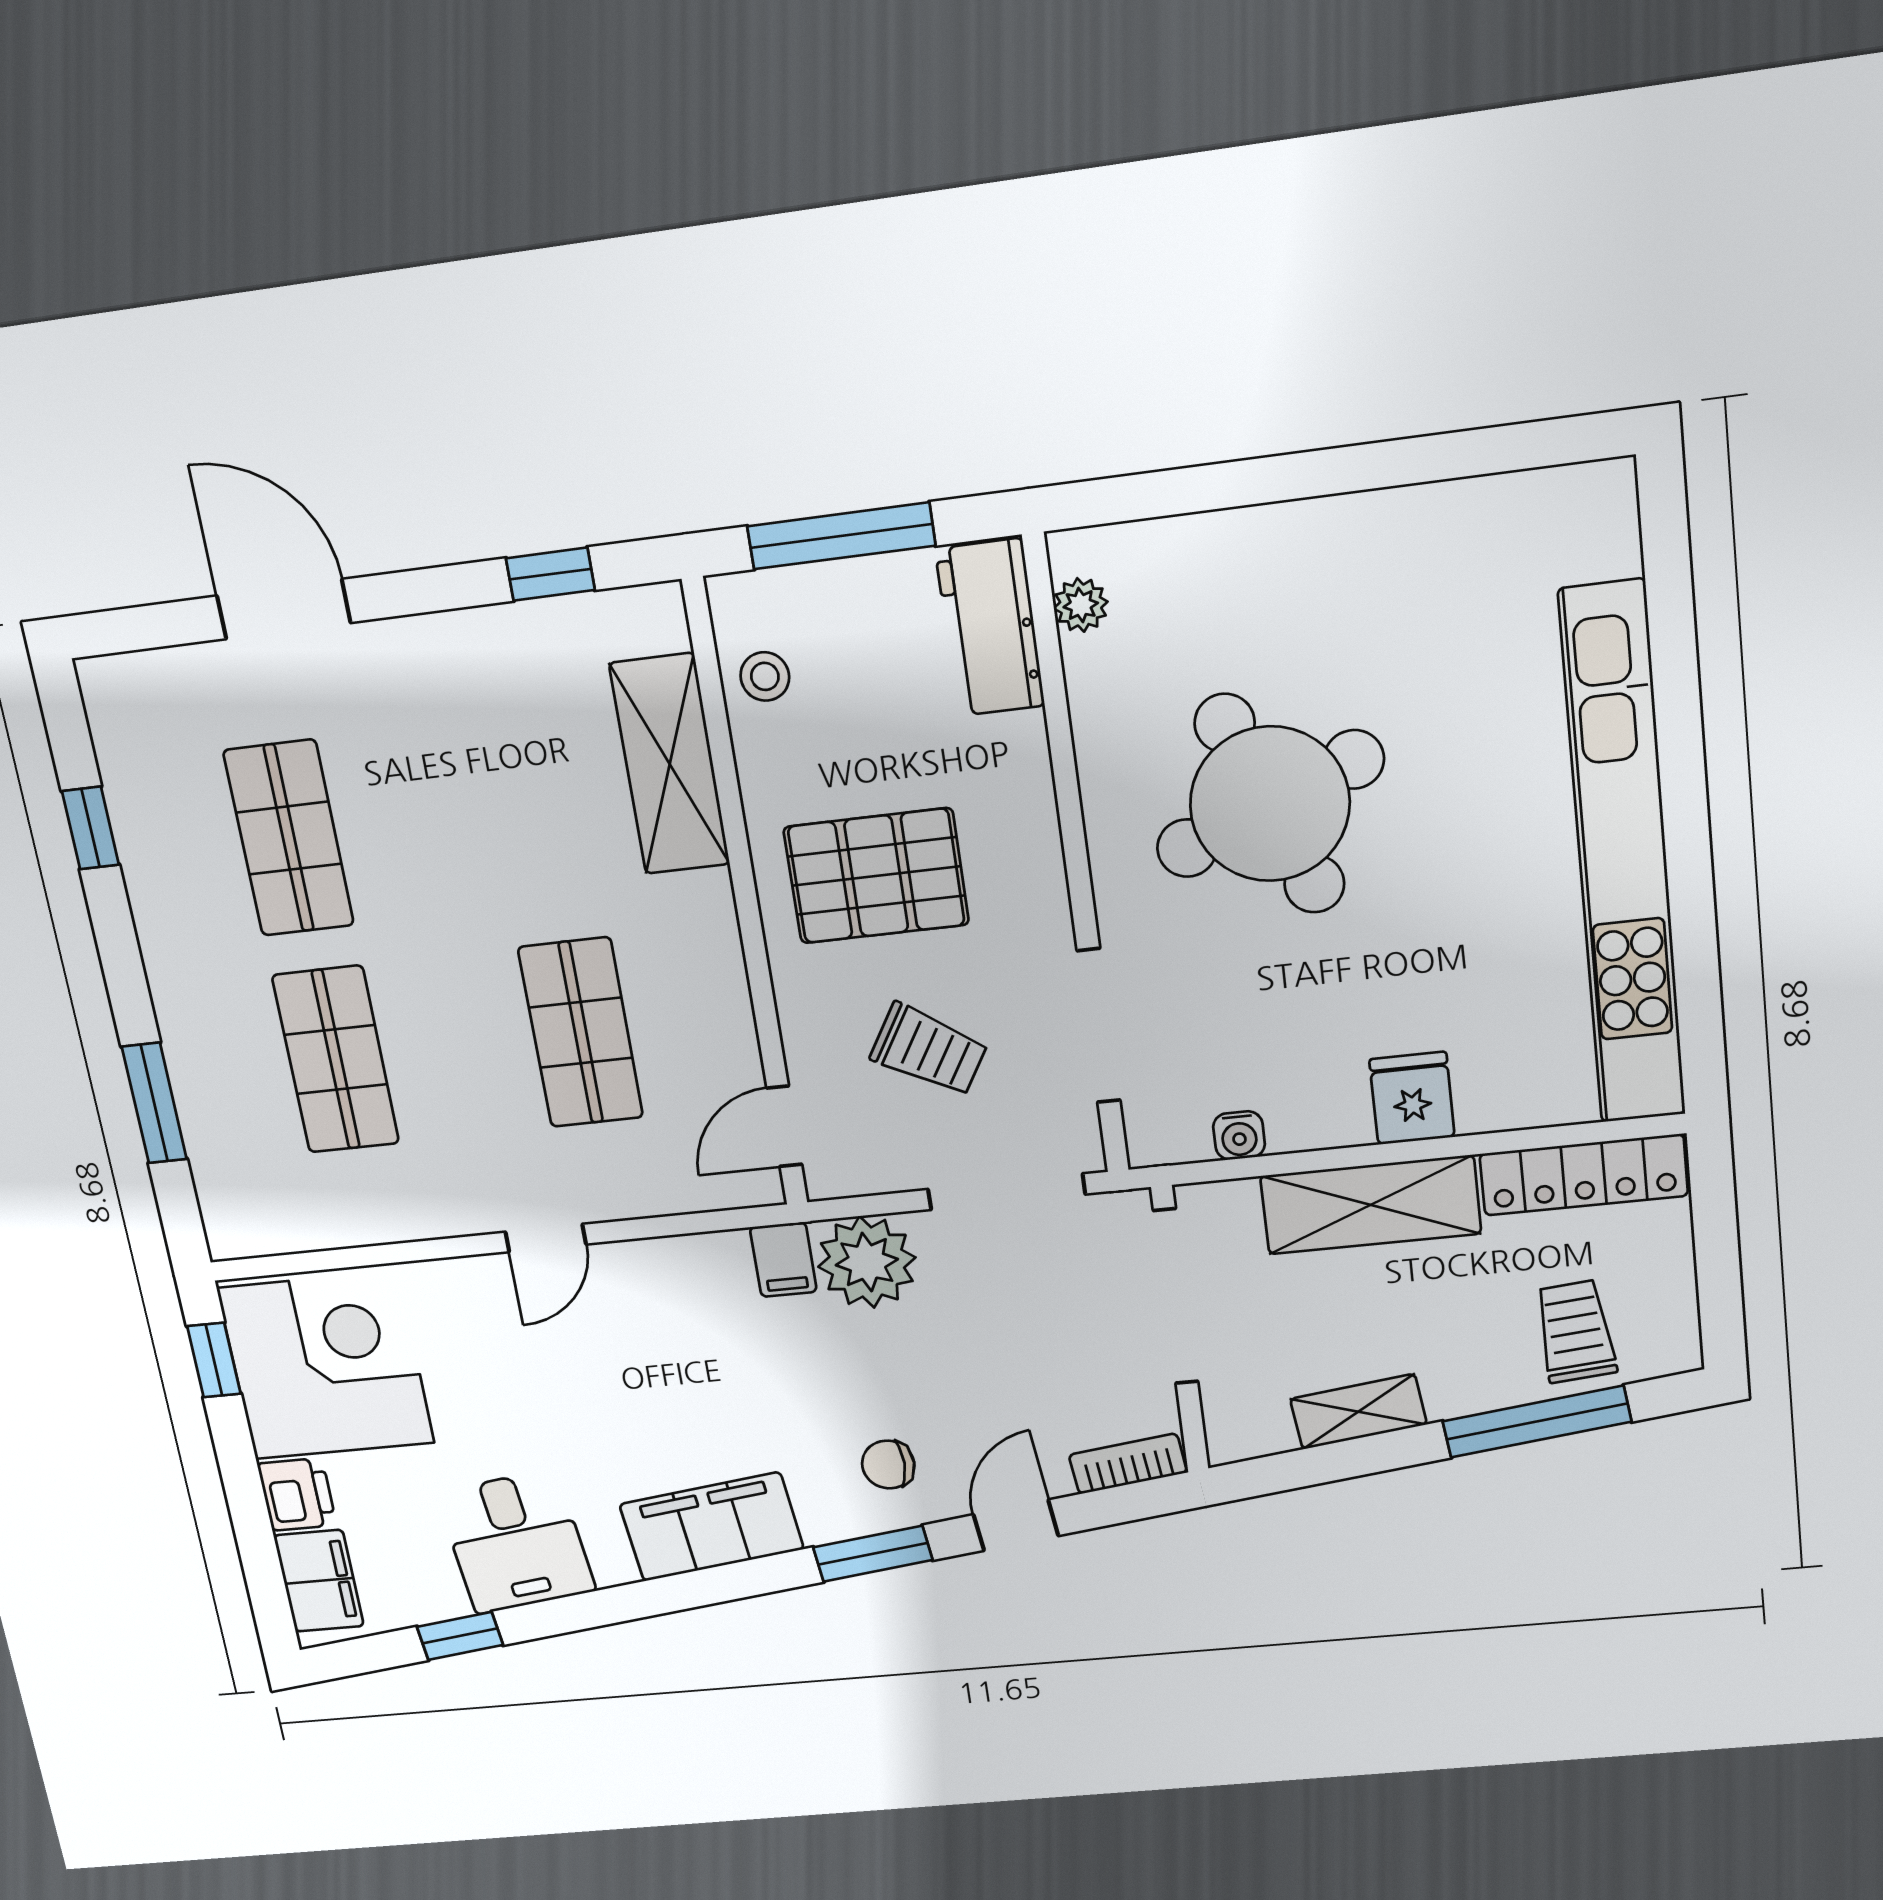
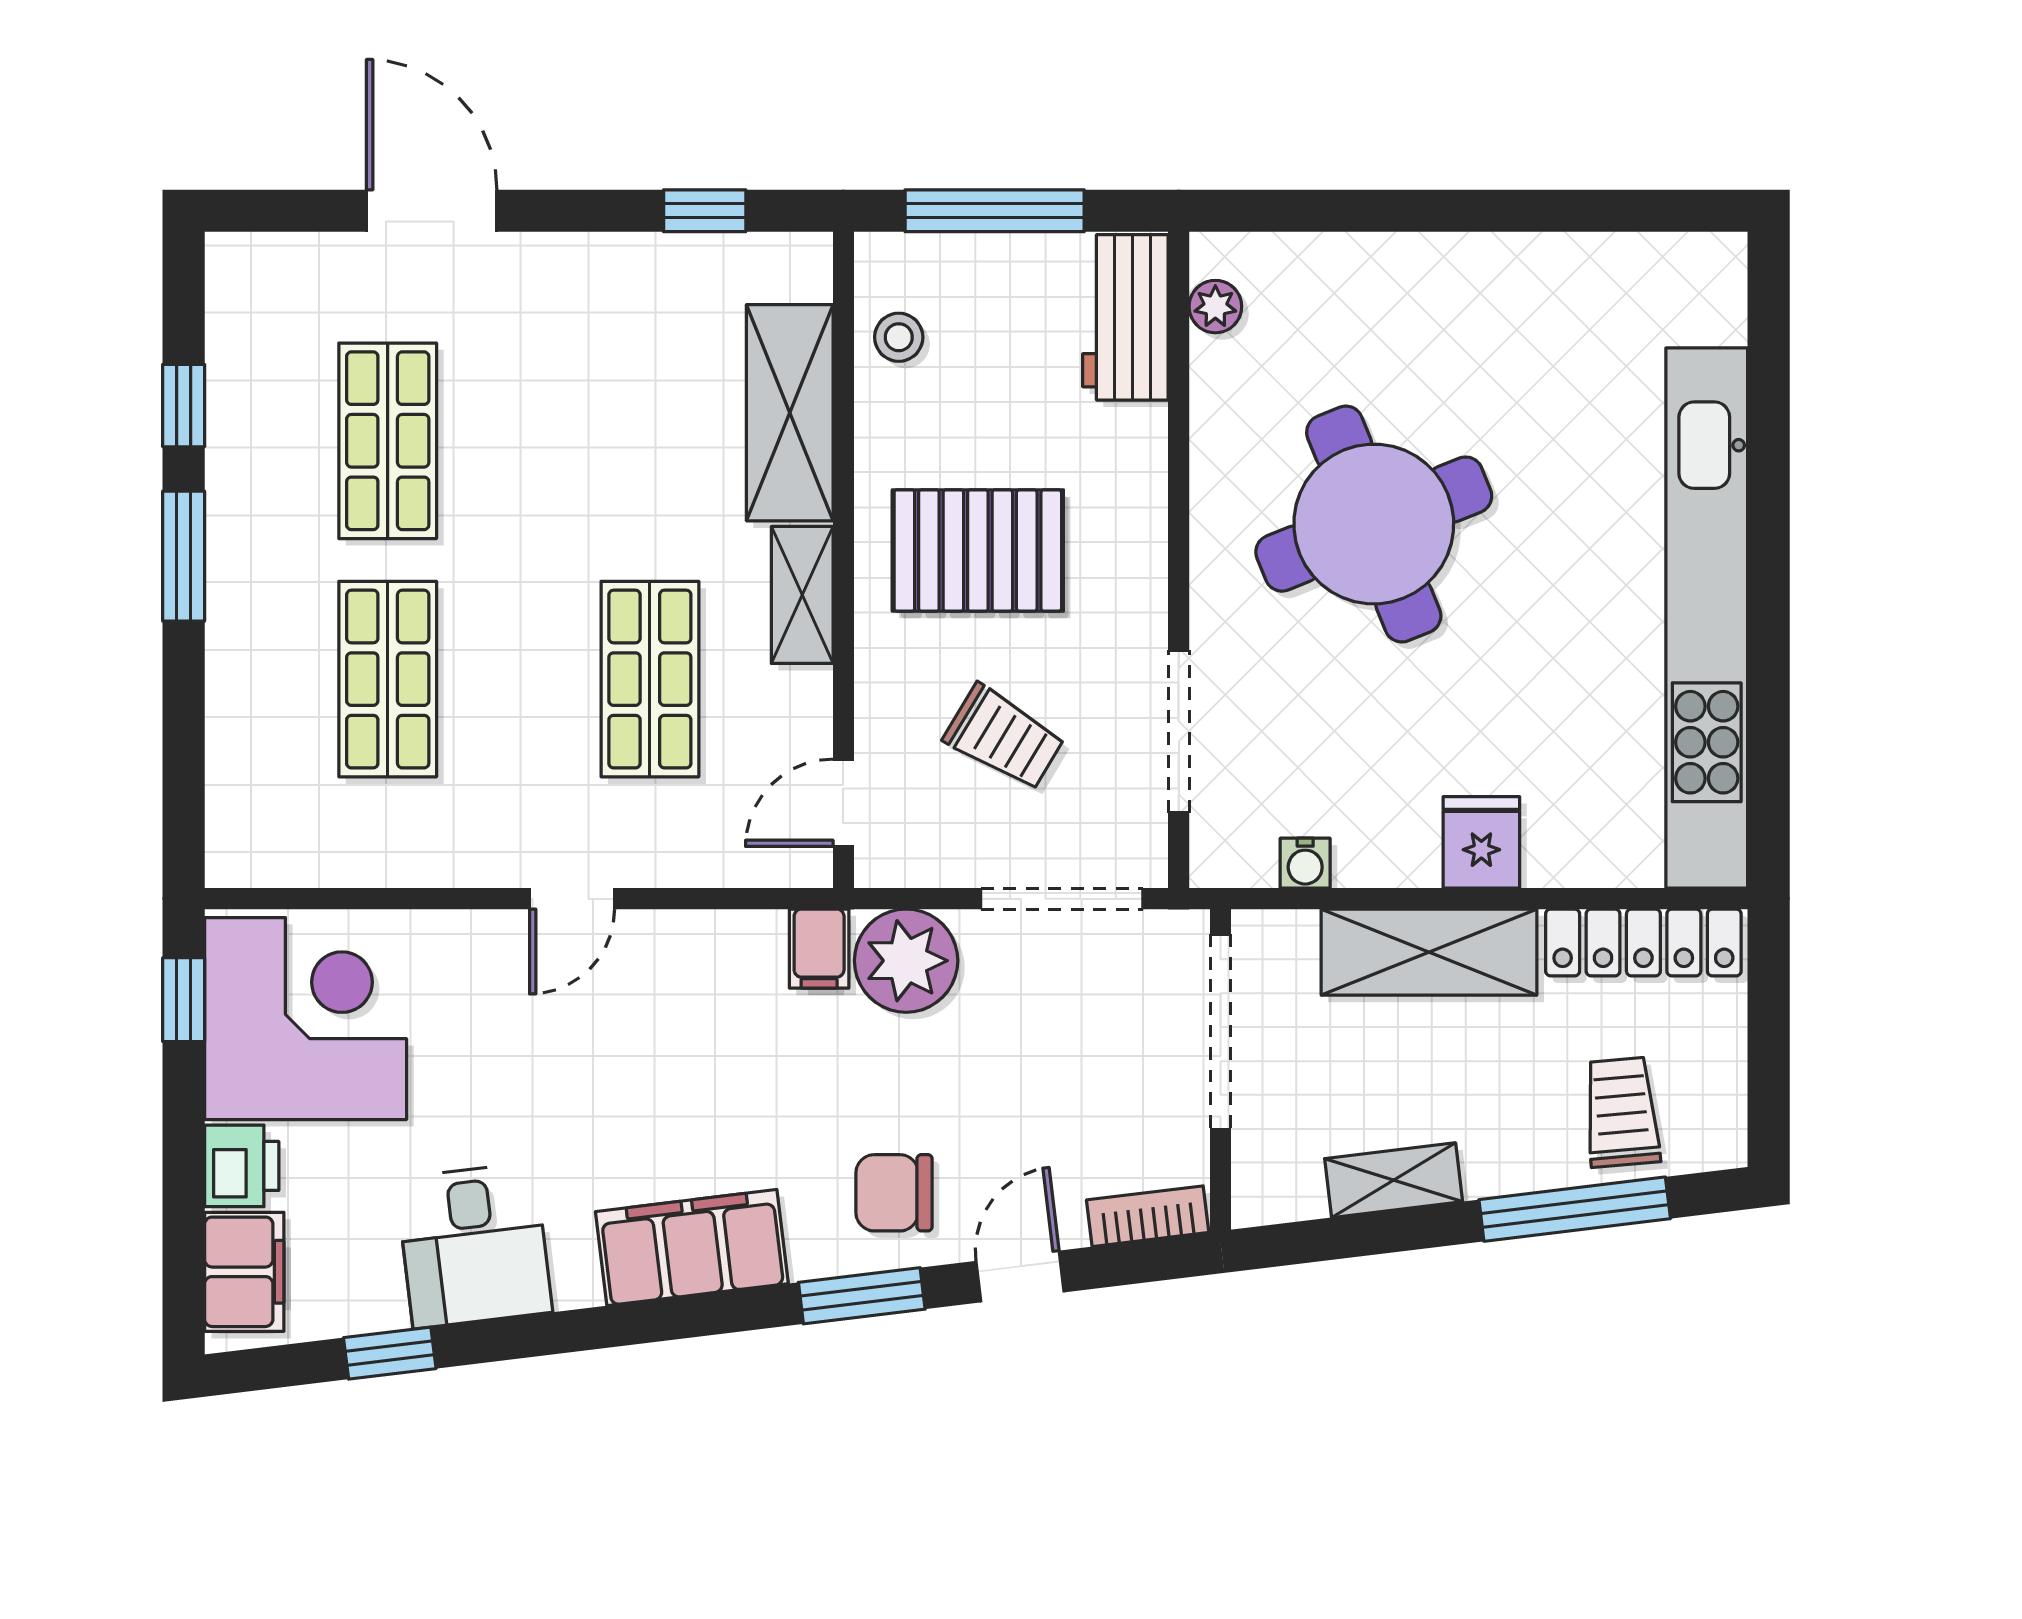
shelving: (712, 938) -> (802, 595), added
window: (154, 1103) -> (184, 556), moved
chair: (888, 1465) -> (894, 1193), width x1.37, depth x1.37

